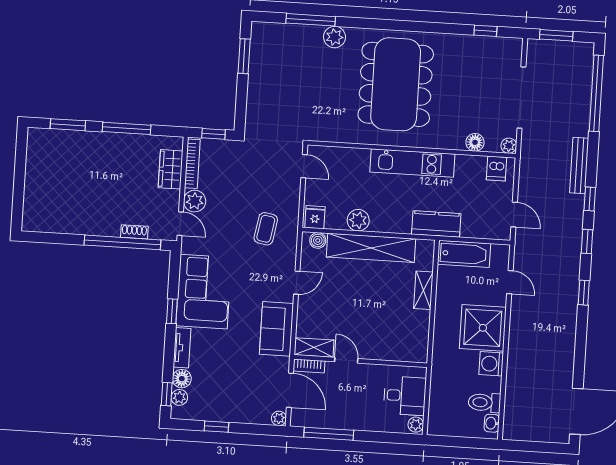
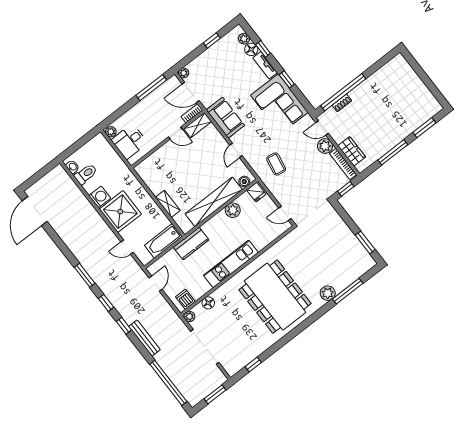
door: (514, 215) -> (156, 284), swing flipped
window: (584, 293) -> (85, 275), width x1.50
window: (167, 394) -> (263, 49), moved

